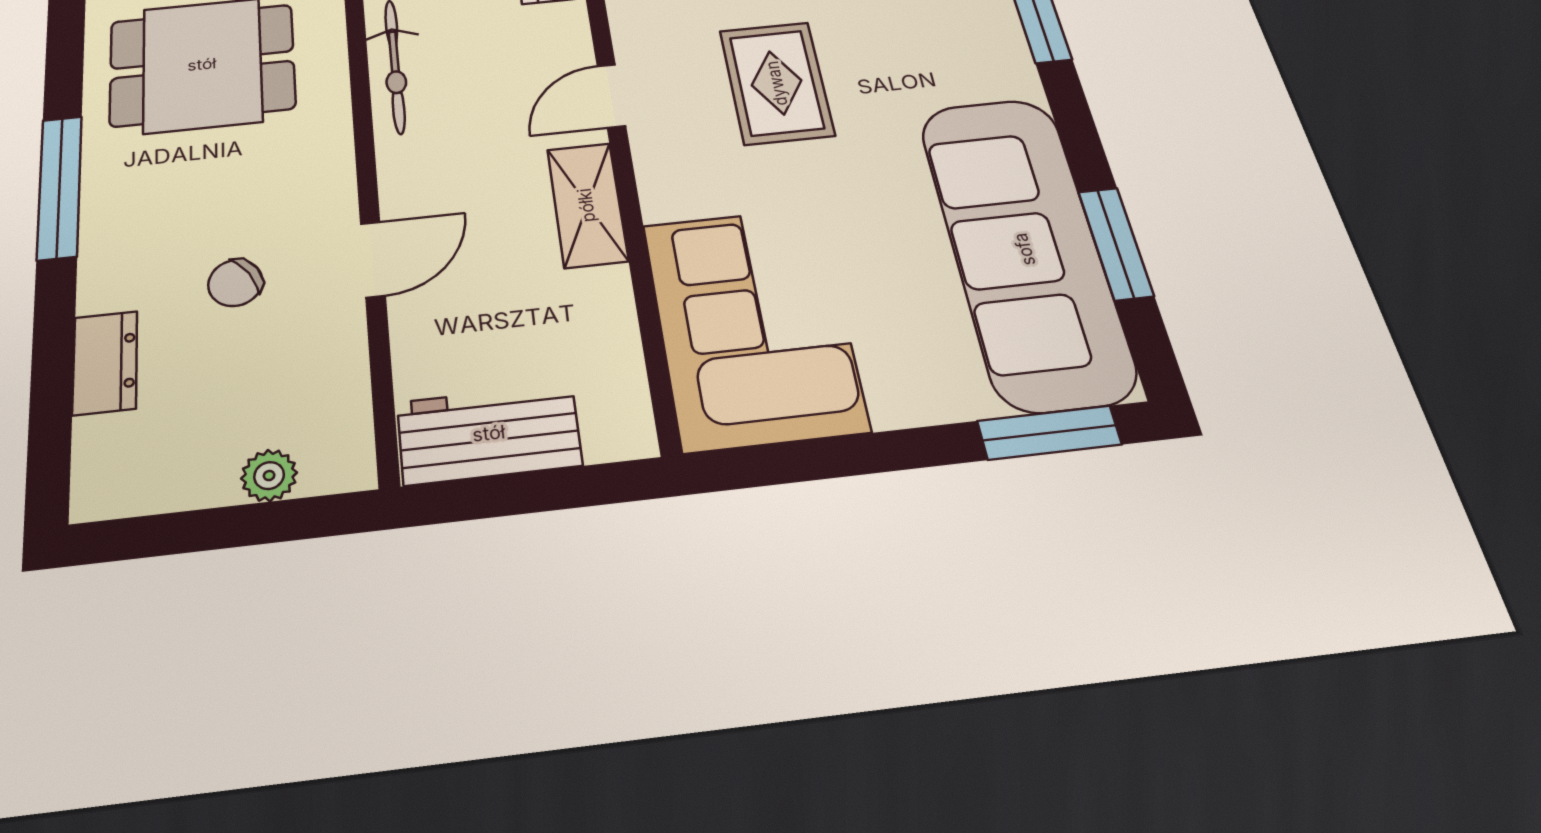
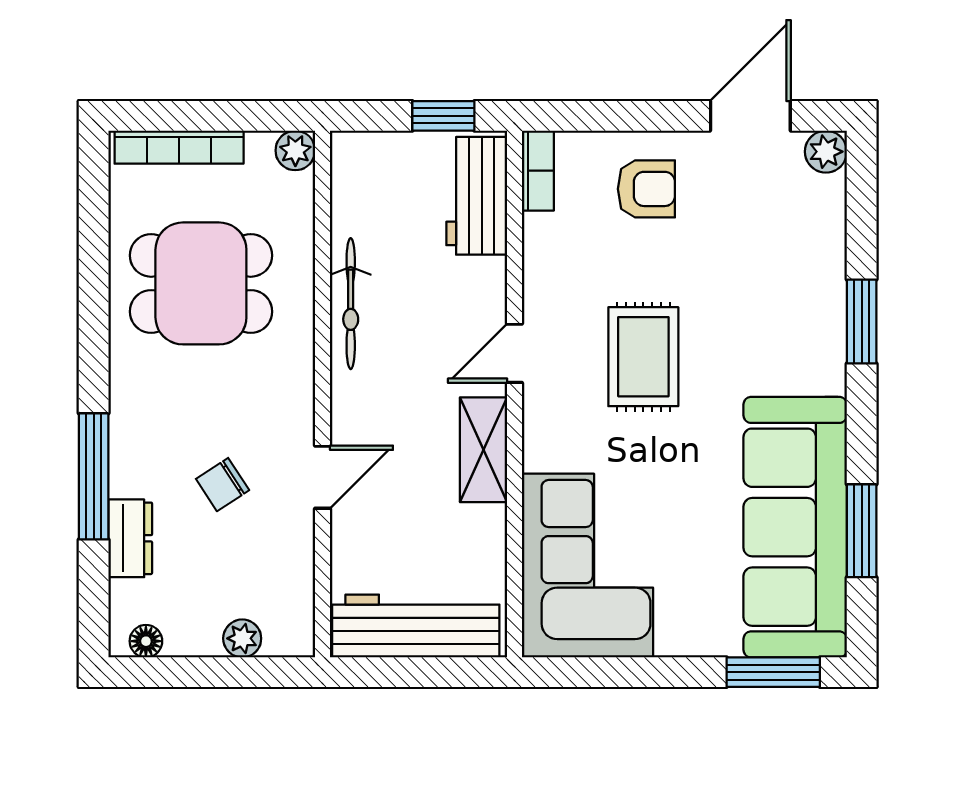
window: (60, 187) -> (94, 476), moved
workbench: (489, 434) -> (416, 626), width x1.38
floor lamp: (126, 496) -> (146, 641), added

